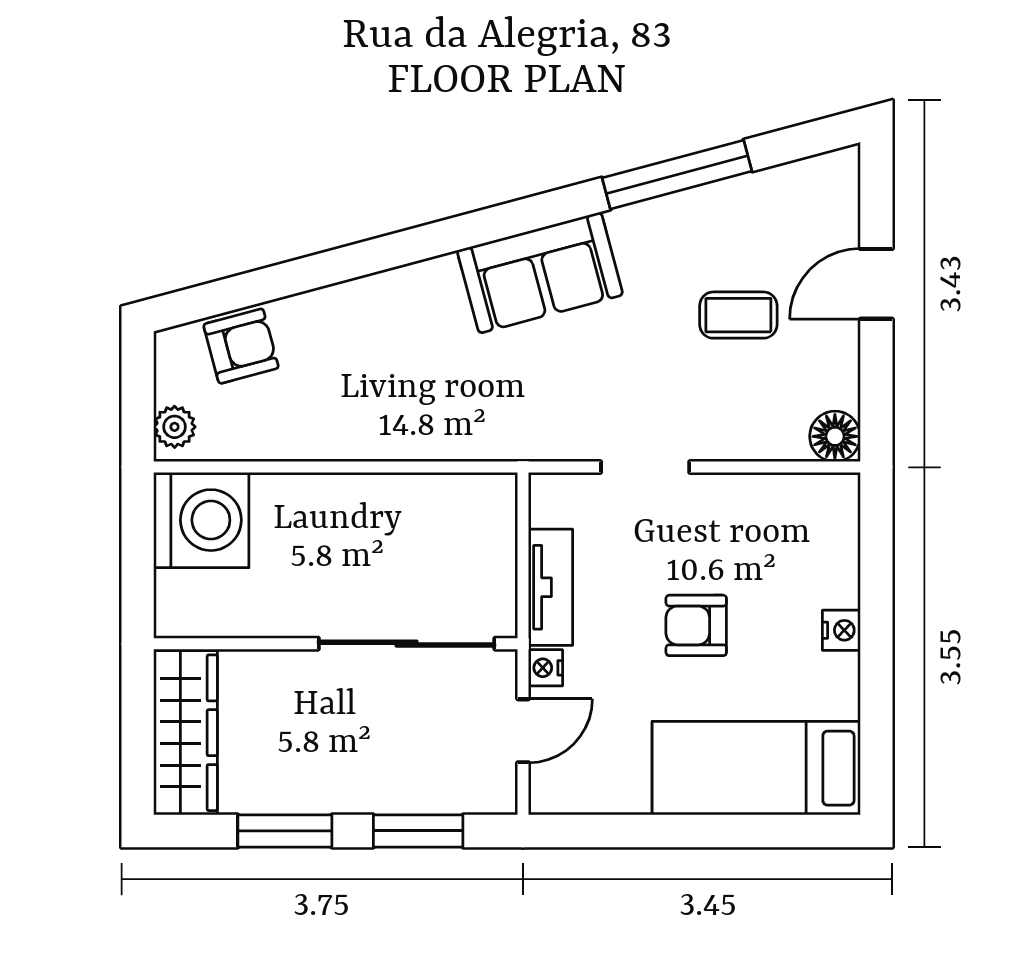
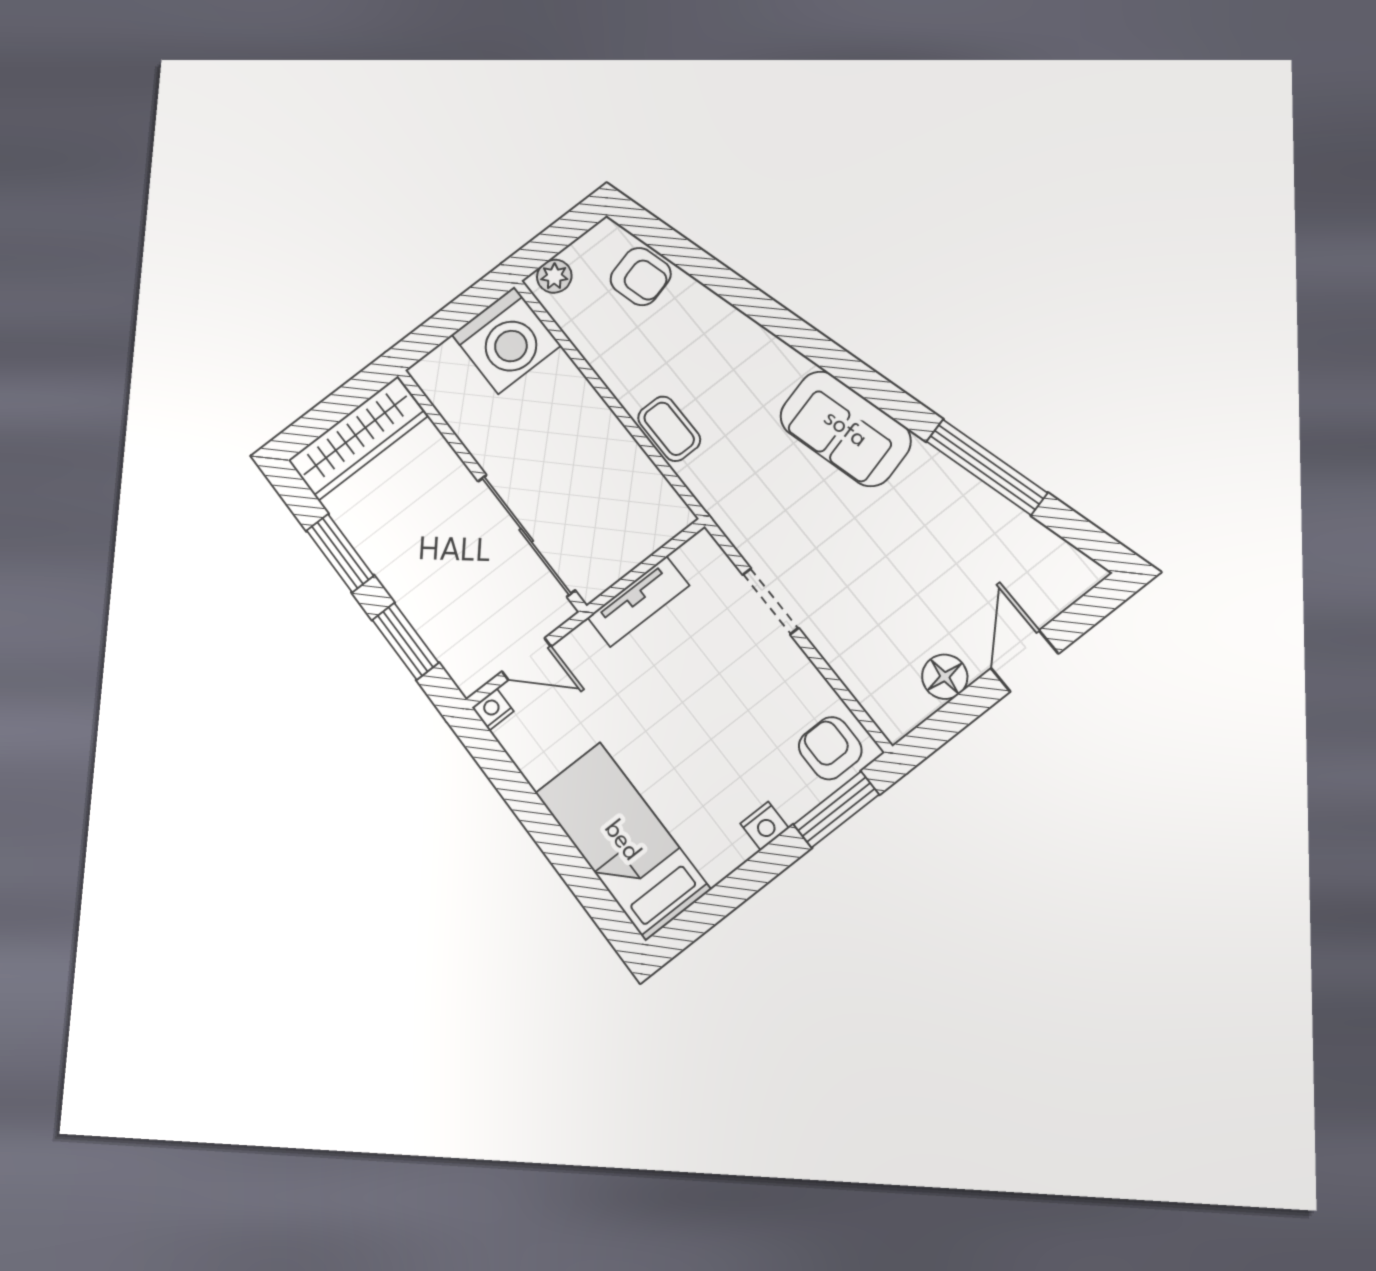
door: (876, 284) -> (1025, 661), hinge flipped
coffee table: (738, 315) -> (669, 429), moved
floor lamp: (835, 436) -> (945, 677), moved
window: (876, 555) -> (836, 810), added
armchair: (696, 625) -> (830, 748), moved
nightstand: (546, 668) -> (493, 709), moved

